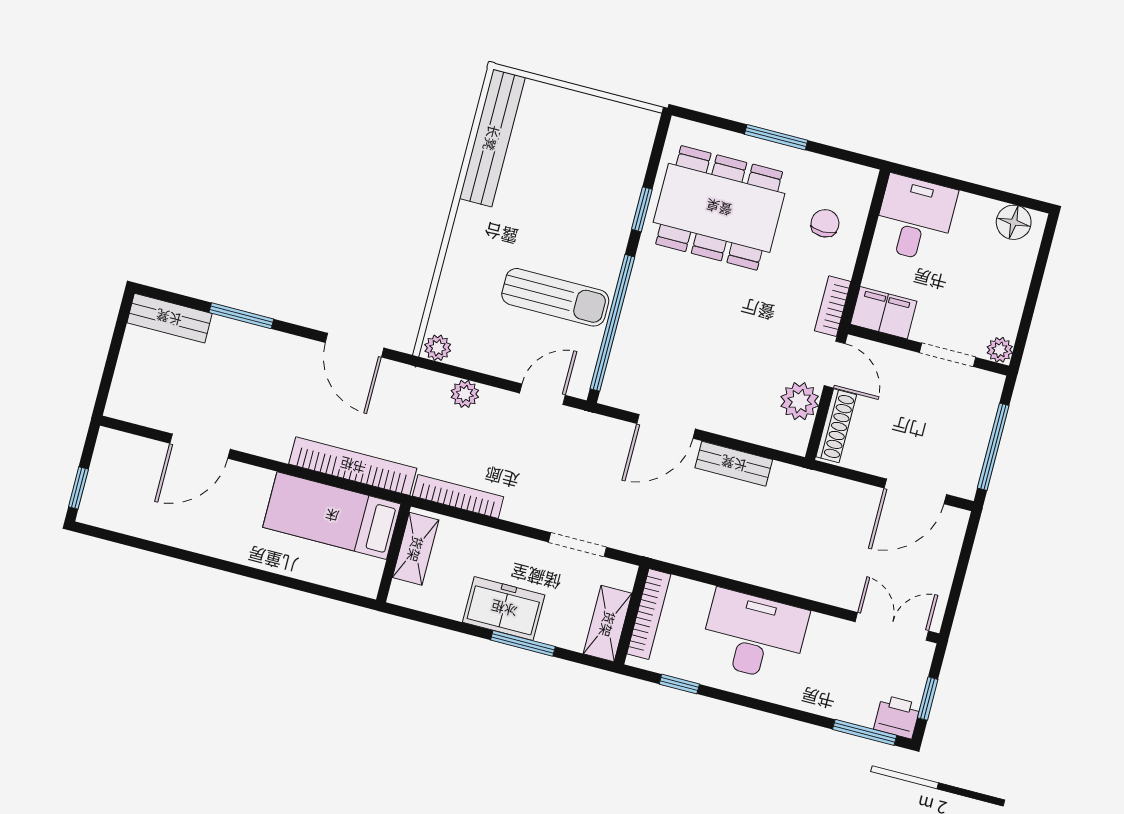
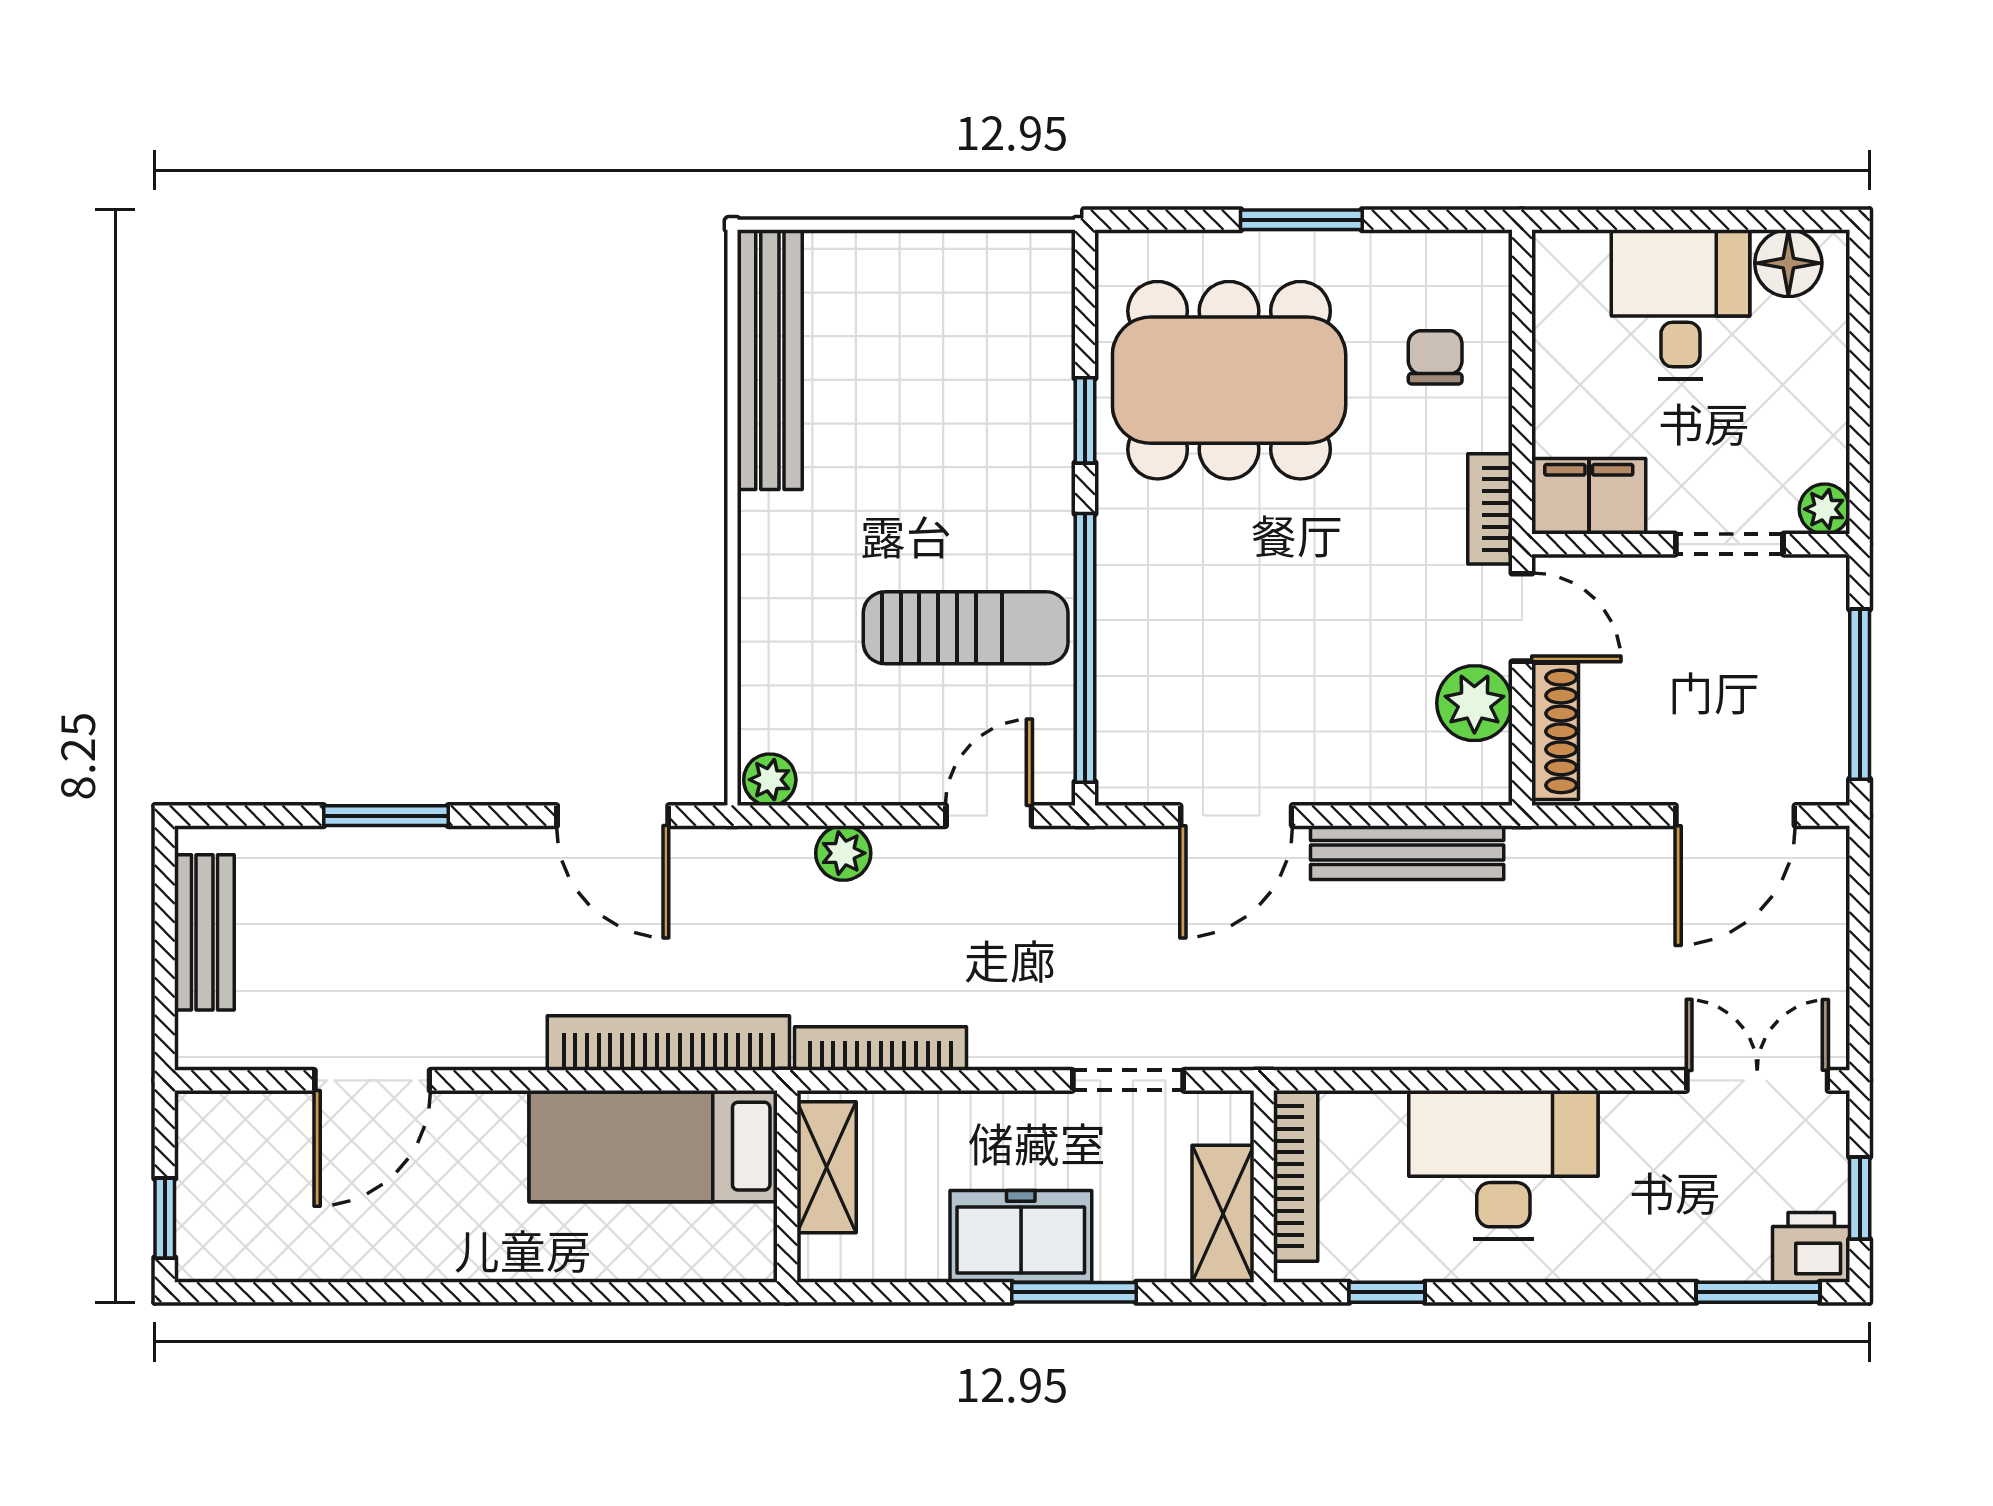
desk: (915, 218) -> (1680, 304), moved
bench: (169, 318) -> (204, 932), moved, turned 90
bench: (734, 464) -> (1407, 853), width x1.36

